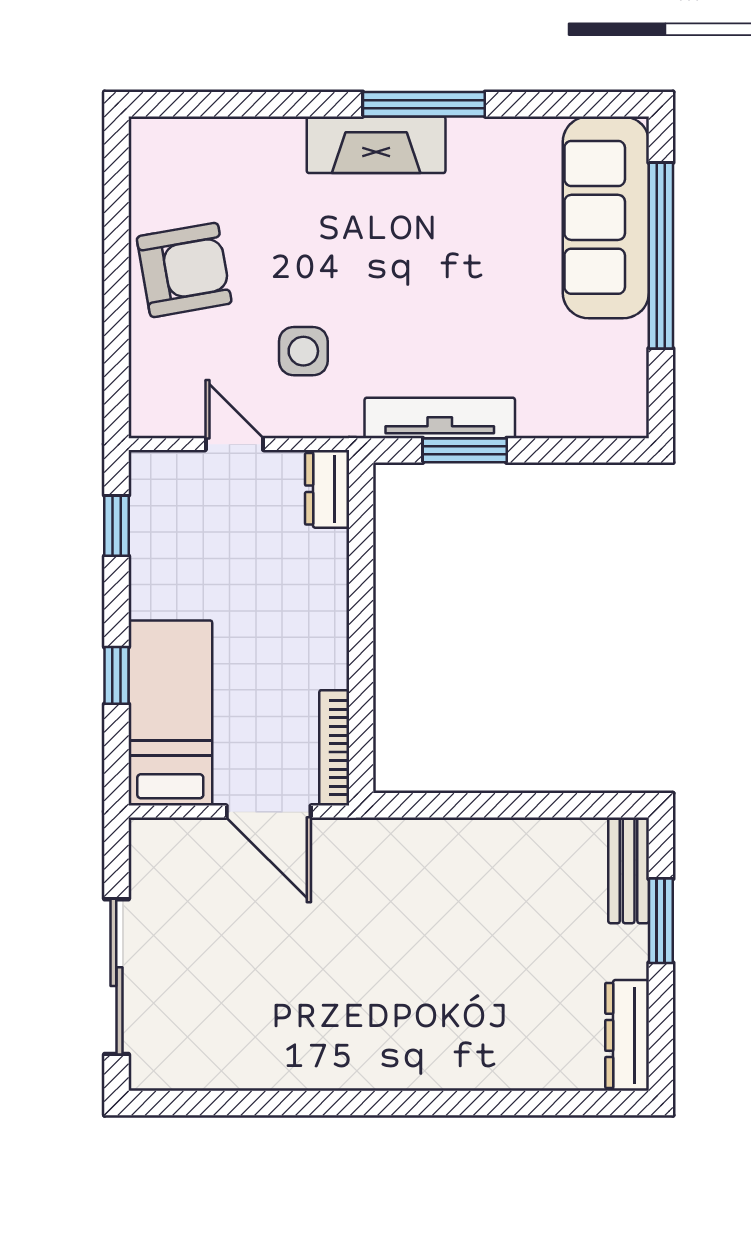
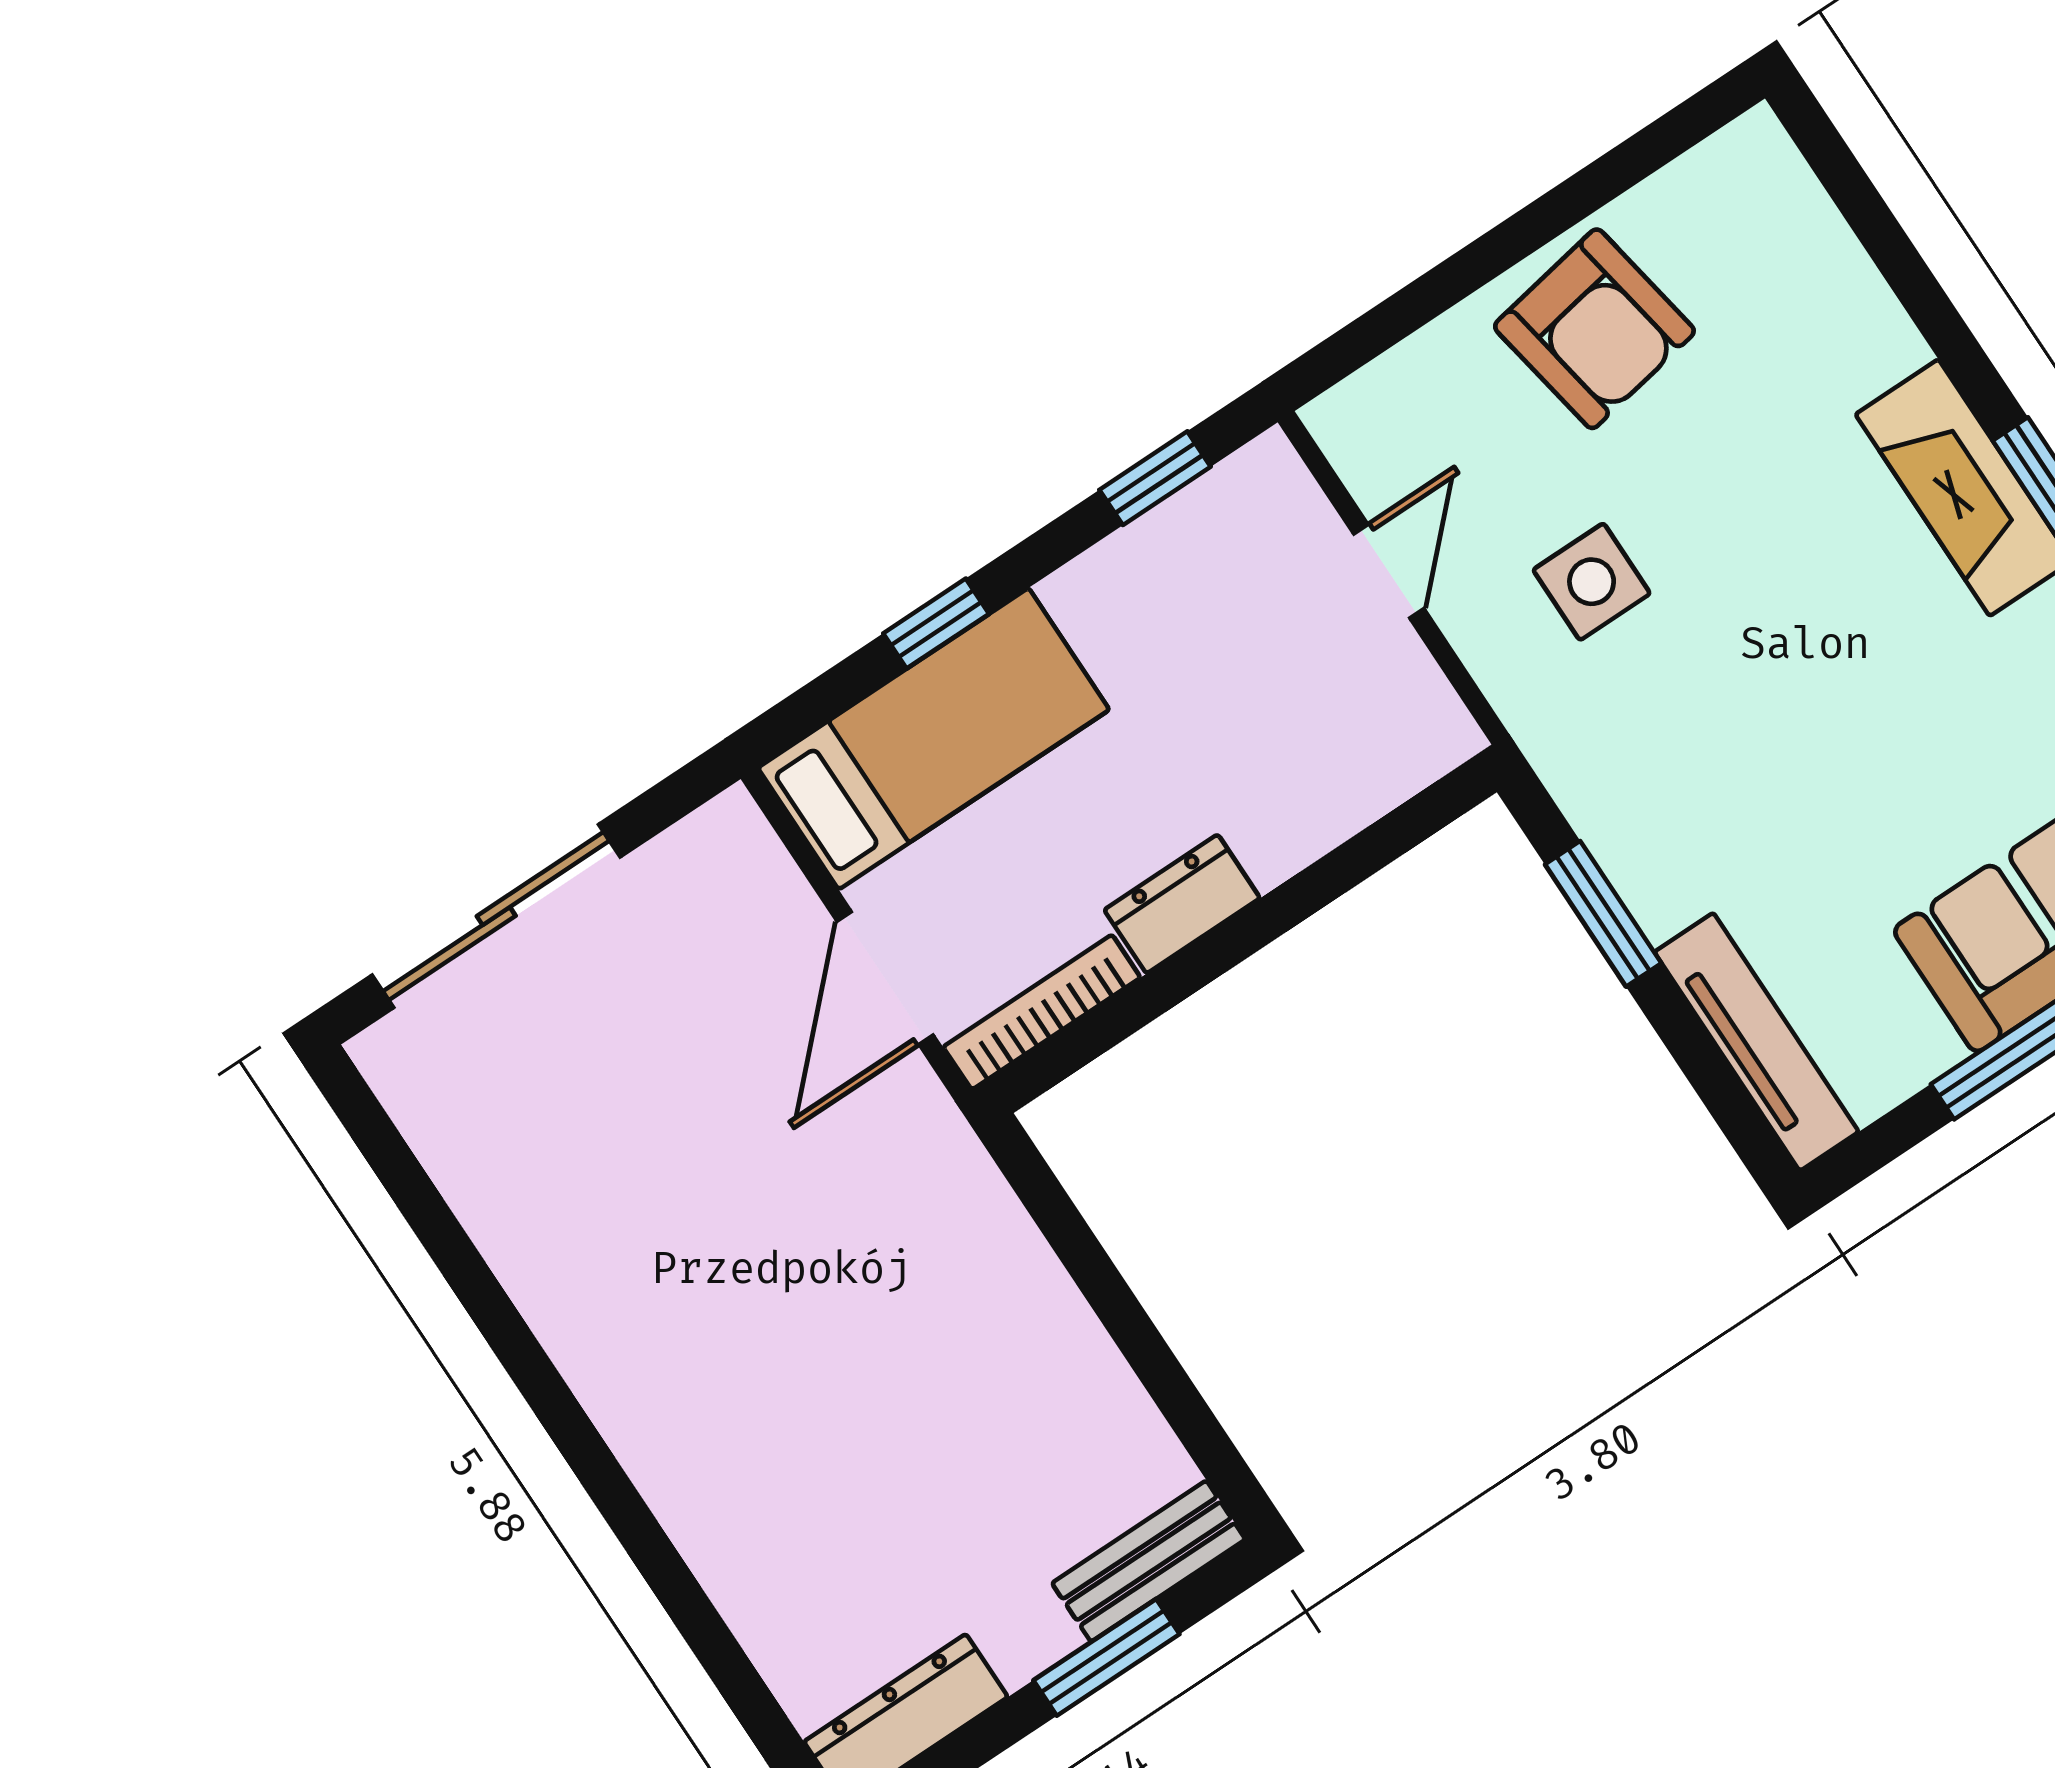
tv unit: (440, 418) -> (1757, 1042), moved
dresser: (327, 489) -> (1182, 904), moved

